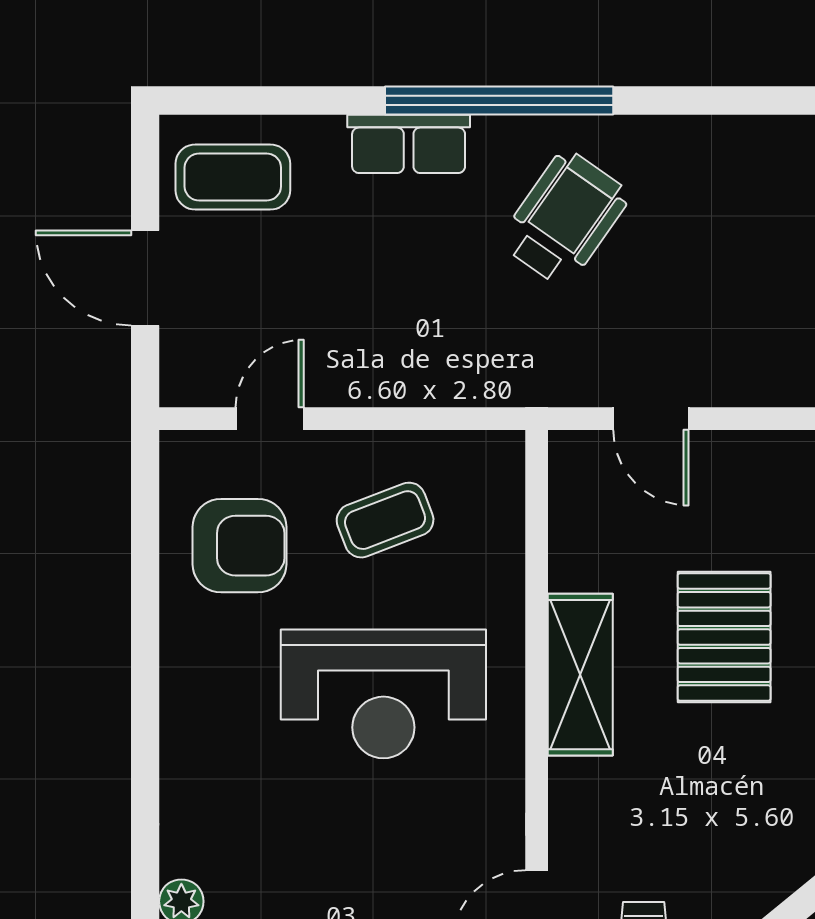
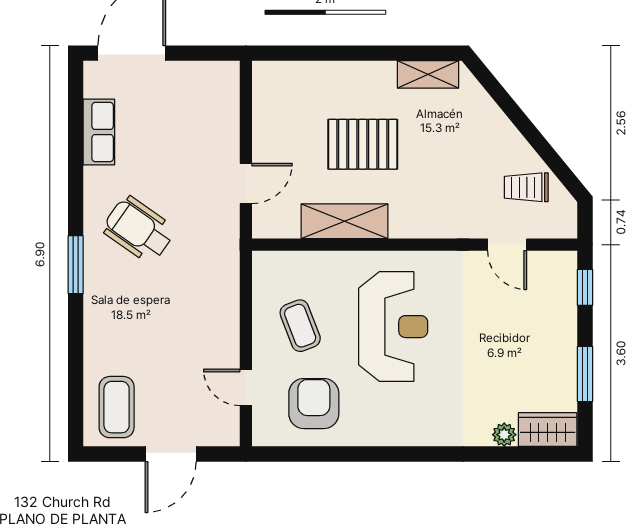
window: (499, 100) -> (76, 265), width x0.47
row of seats: (409, 144) -> (99, 132), moved
shelving: (580, 675) -> (344, 221), moved

